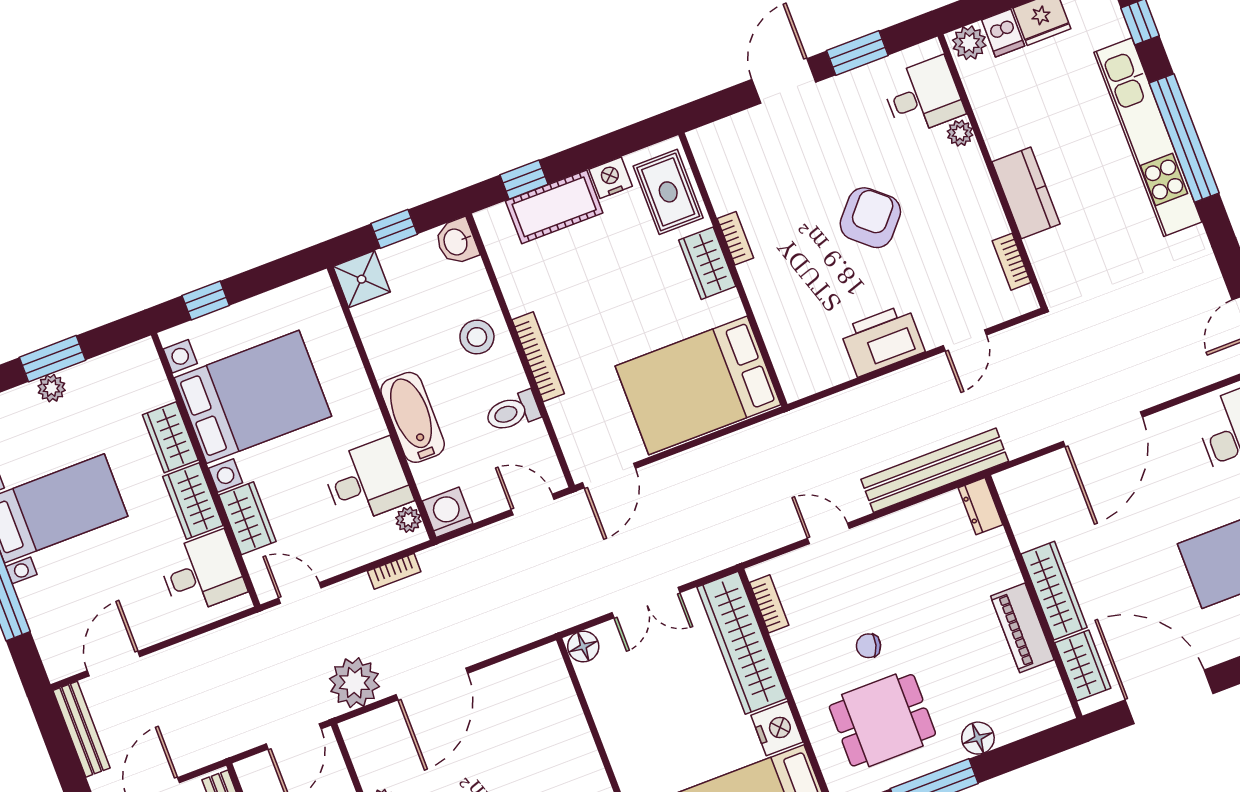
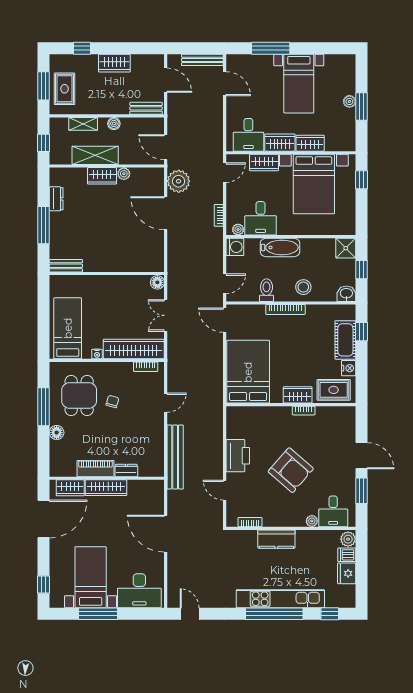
armchair: (870, 218) -> (291, 470), width x1.36, depth x1.36
dresser: (981, 506) -> (126, 470), moved
nightstand: (777, 729) -> (97, 354), width x0.53, depth x0.56

